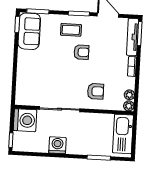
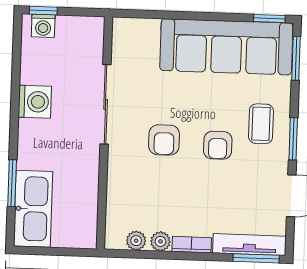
sofa: (29, 31) -> (226, 47), width x1.85, depth x1.27
armchair: (95, 91) -> (164, 140), moved
plant: (129, 106) -> (160, 241), moved
washing machine: (25, 120) -> (43, 26), moved, width x0.53, depth x0.53
kitchen sink: (123, 134) -> (33, 209), moved, turned 90

